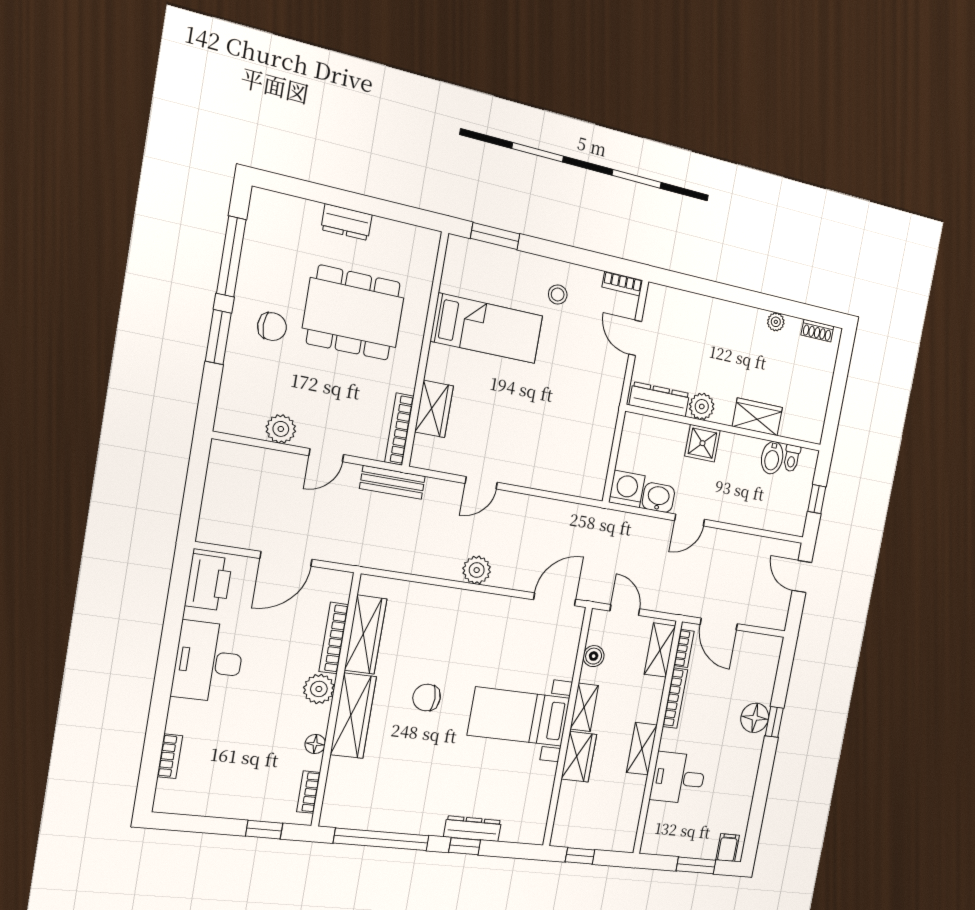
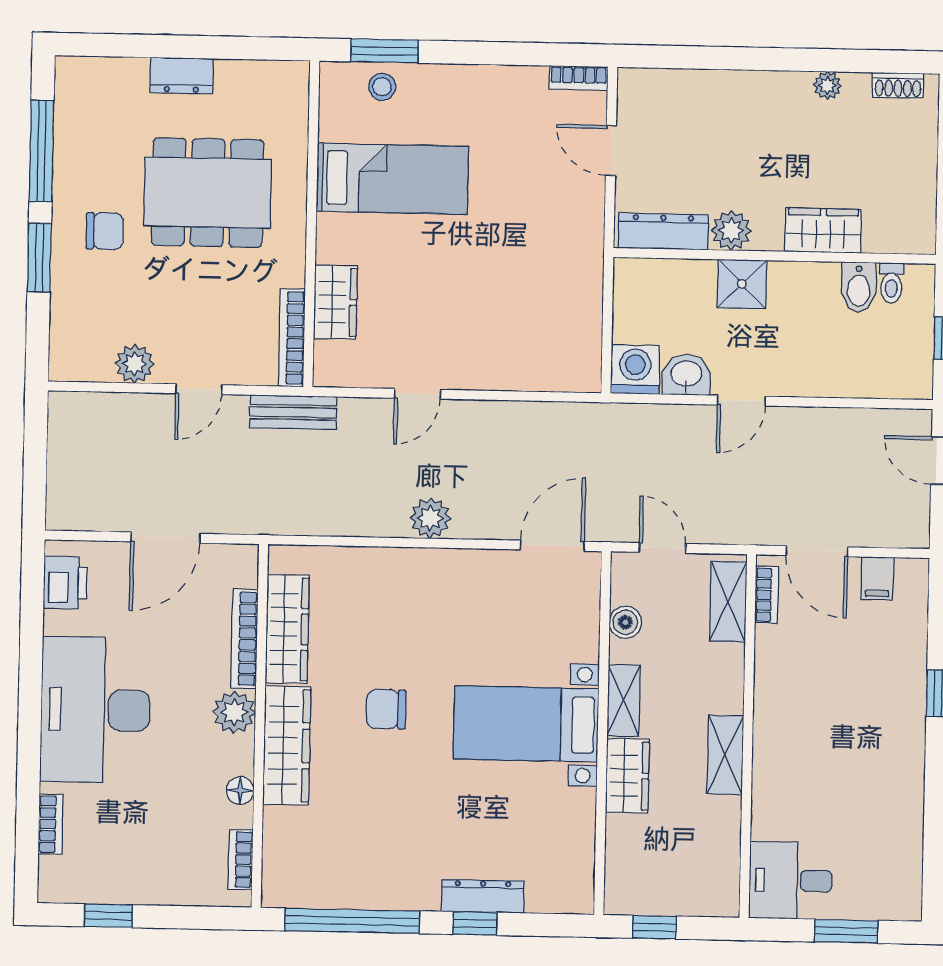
stool: (558, 294) -> (382, 87), moved
printer: (209, 582) -> (65, 582), width x0.73, depth x0.84
desk: (208, 662) -> (95, 710), width x1.36, depth x1.30
bookcase: (675, 698) -> (765, 672), removed
floor lamp: (755, 718) -> (903, 690), removed
desk: (678, 778) -> (791, 881), moved
window: (264, 830) -> (108, 916), moved
filing cabinet: (728, 848) -> (877, 578), moved, turned 180

